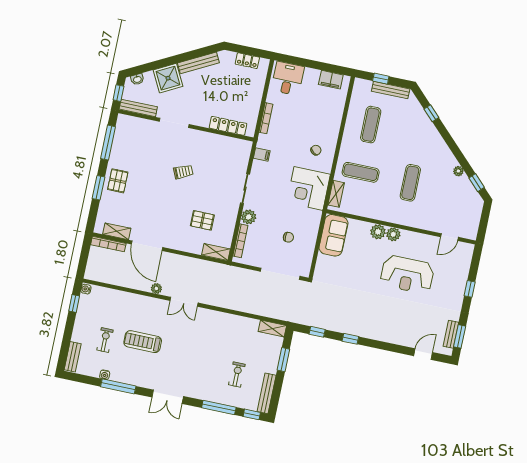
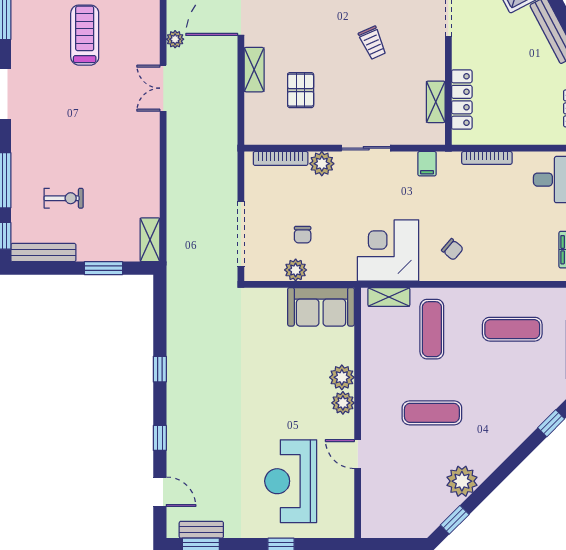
shelving: (226, 142) -> (436, 102), added
plant: (458, 171) -> (462, 481), width x1.87, depth x1.87
door: (449, 237) -> (358, 454), moved
plant: (308, 246) -> (296, 270), added
shelving: (216, 252) -> (254, 70), moved
reception desk: (407, 275) -> (291, 481), moved
window: (317, 332) -> (160, 438), moved

